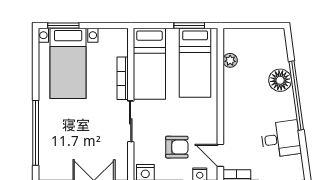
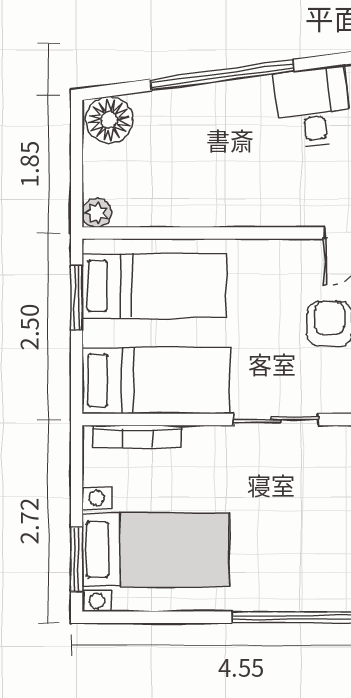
plant: (230, 60) -> (97, 213), moved
bookcase: (123, 78) -> (137, 436), moved
floor lamp: (280, 80) -> (109, 120), moved

